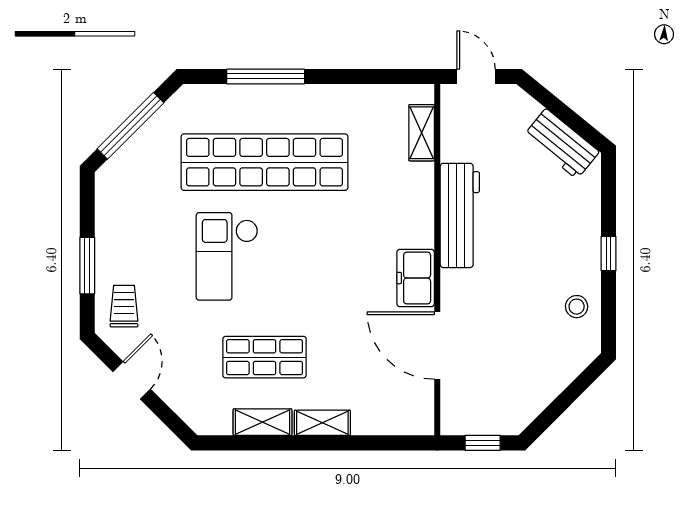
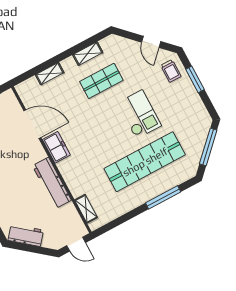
shelving: (322, 423) -> (50, 74), moved

